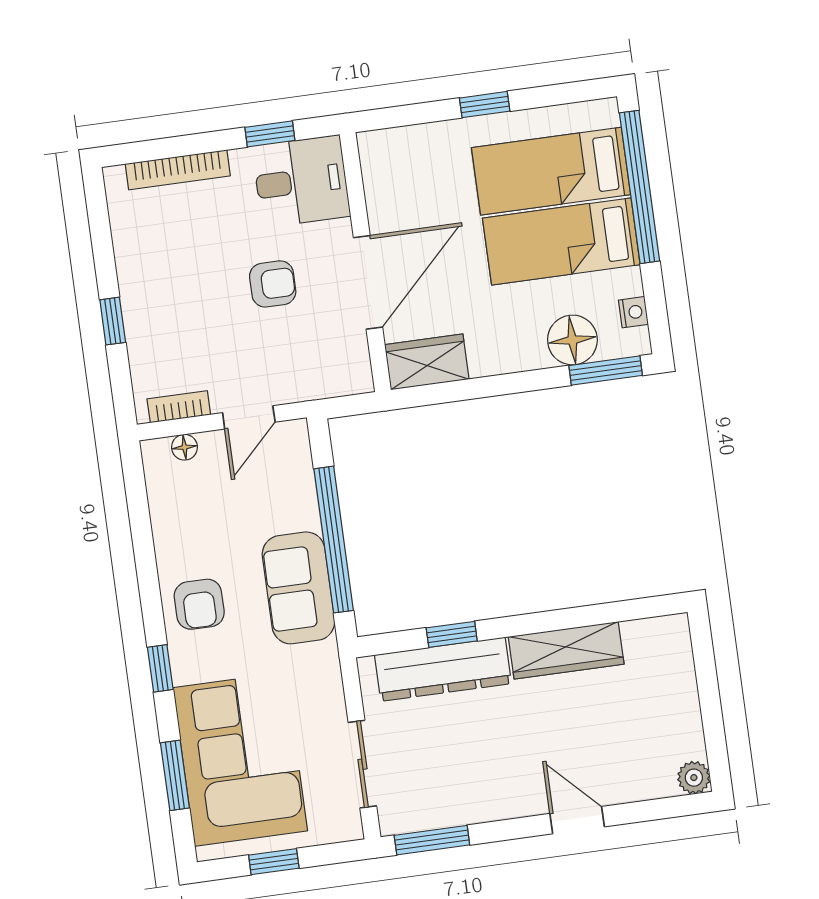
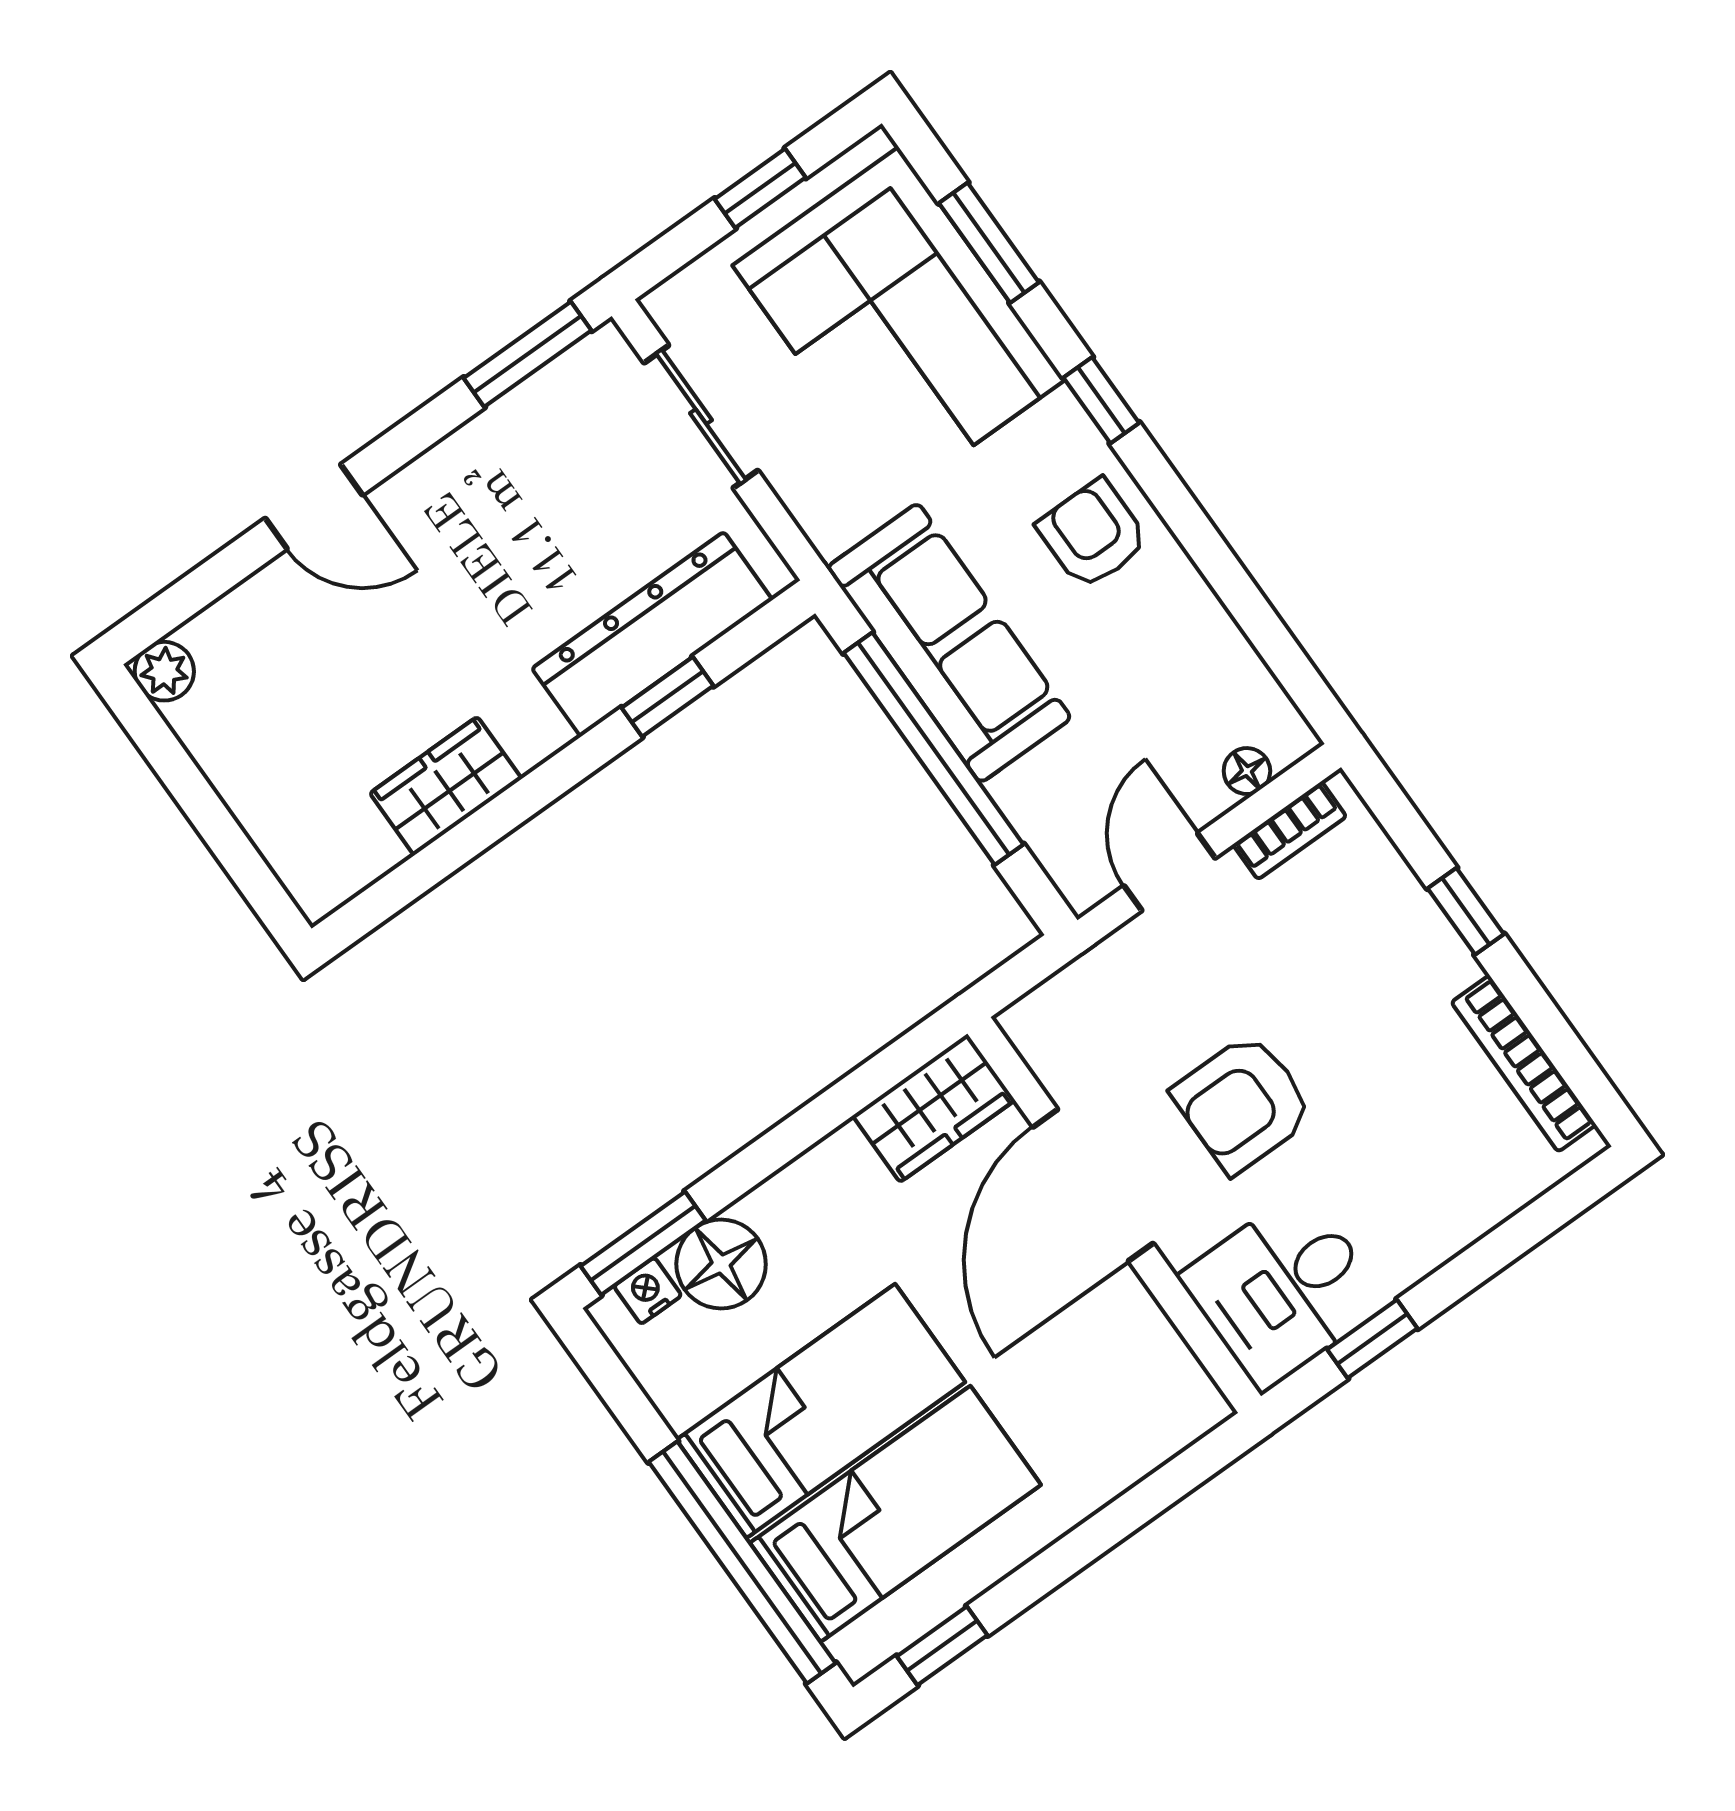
window: (485, 105) -> (942, 1646), moved
bookcase: (178, 170) -> (1524, 1063), moved, turned -90
armchair: (273, 284) -> (1243, 1103), width x1.38, depth x1.38
nightstand: (633, 312) -> (648, 1291), moved, turned 90
sofa: (298, 588) -> (949, 643), width x1.36
wardrobe: (566, 650) -> (446, 786), width x0.67

